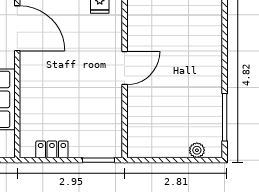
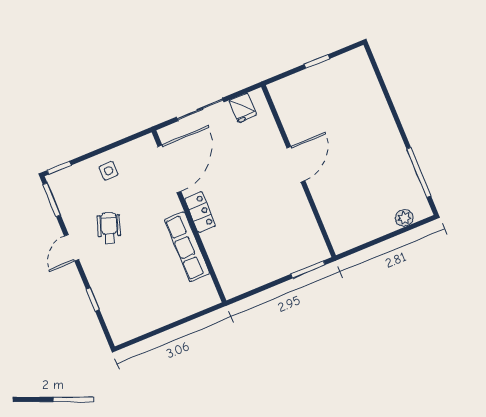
door: (17, 28) -> (169, 169), hinge flipped
locker: (52, 149) -> (200, 212), moved, turned 90

